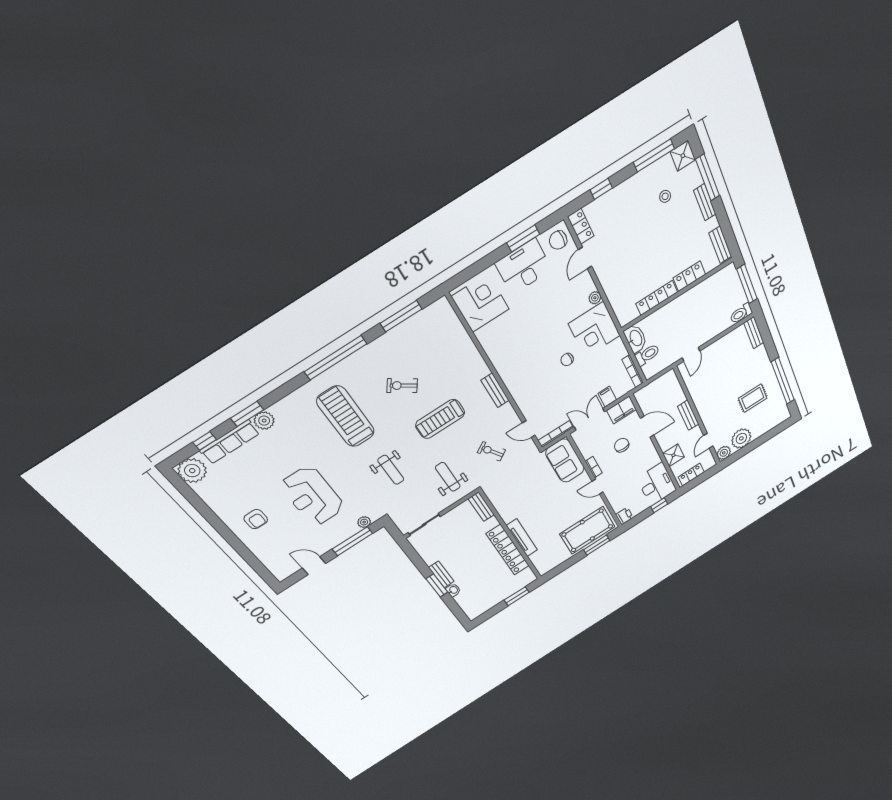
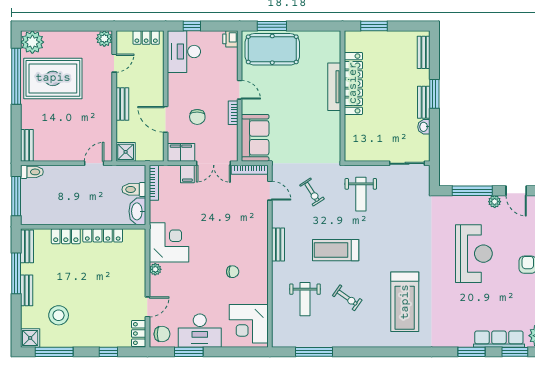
window: (708, 178) -> (16, 273), moved
stool: (665, 196) -> (59, 315), width x1.89, depth x1.89
window: (336, 358) -> (381, 352), removed
chair: (567, 360) -> (233, 272), moved
rug: (753, 398) -> (53, 78), width x1.86, depth x2.06
treadmill: (440, 419) -> (336, 250), turned 180
plant: (264, 421) -> (464, 339), removed
plant: (741, 438) -> (32, 42), moved
window: (205, 441) -> (515, 352), width x1.50
shower: (673, 455) -> (126, 152), moved
weight bench: (391, 470) -> (305, 299), moved, turned 180
bench: (481, 507) -> (424, 52), moved
plant: (364, 522) -> (495, 202), moved
washbasin: (453, 590) -> (424, 127), moved

